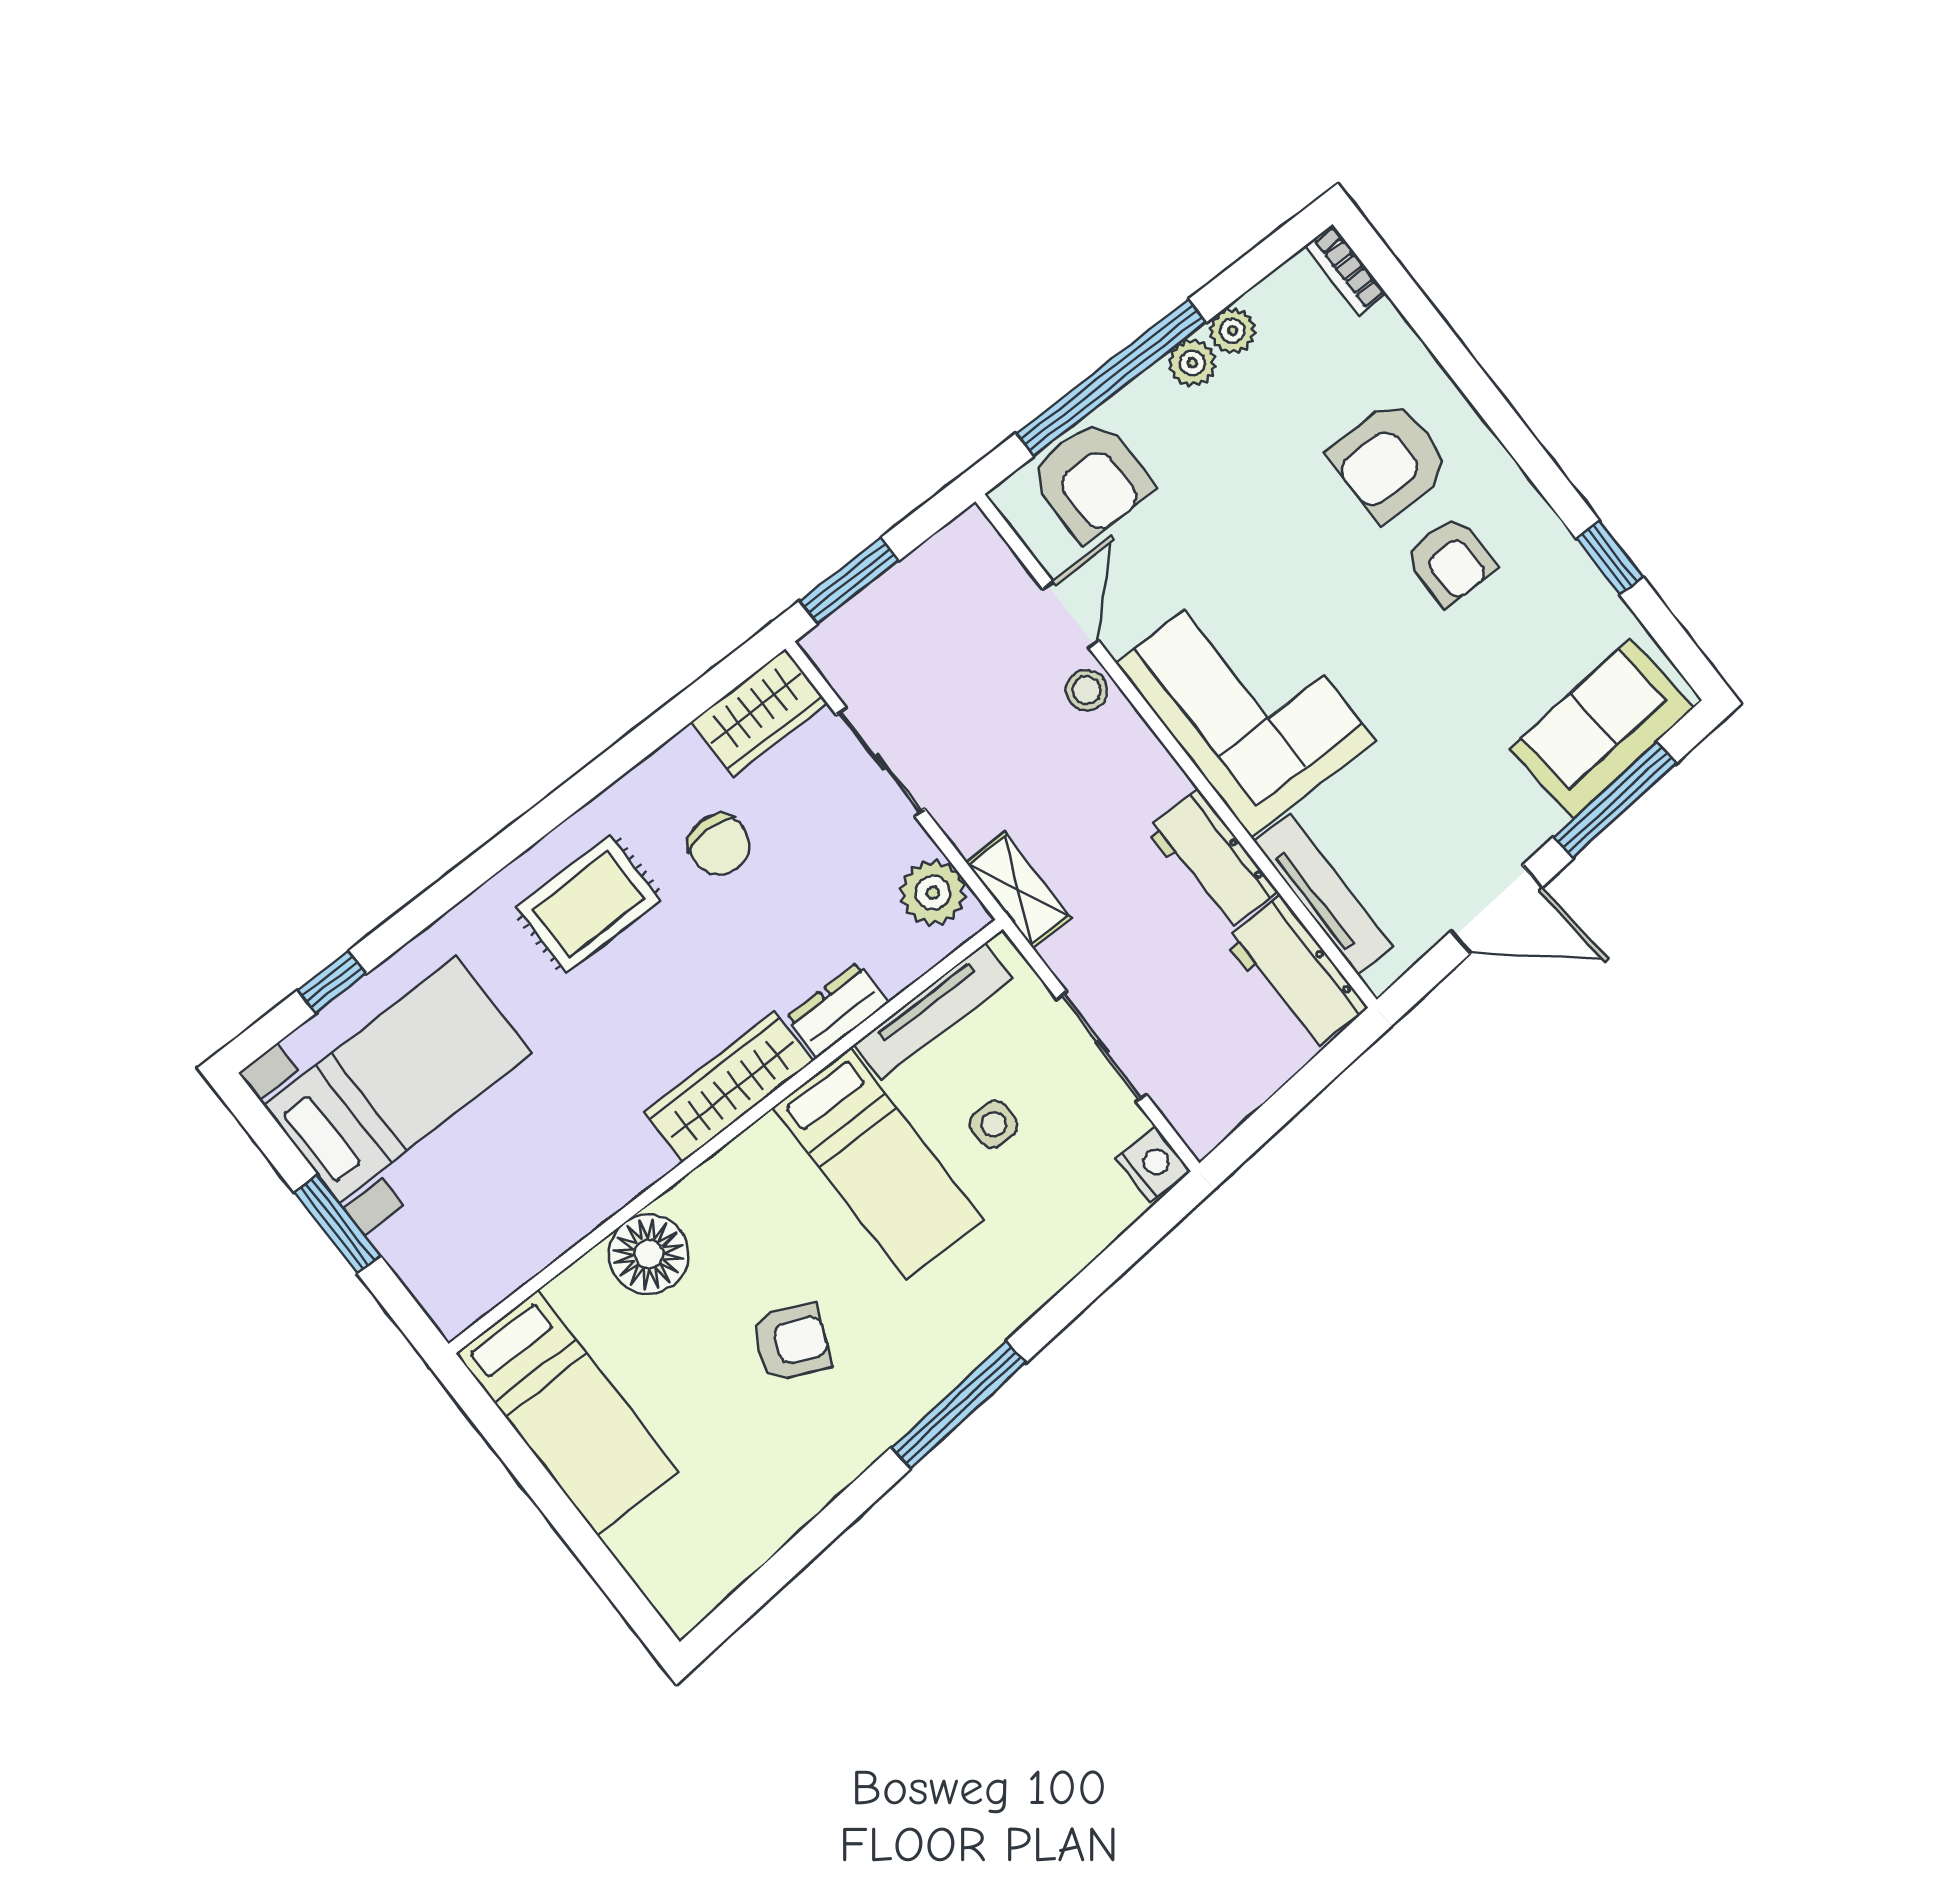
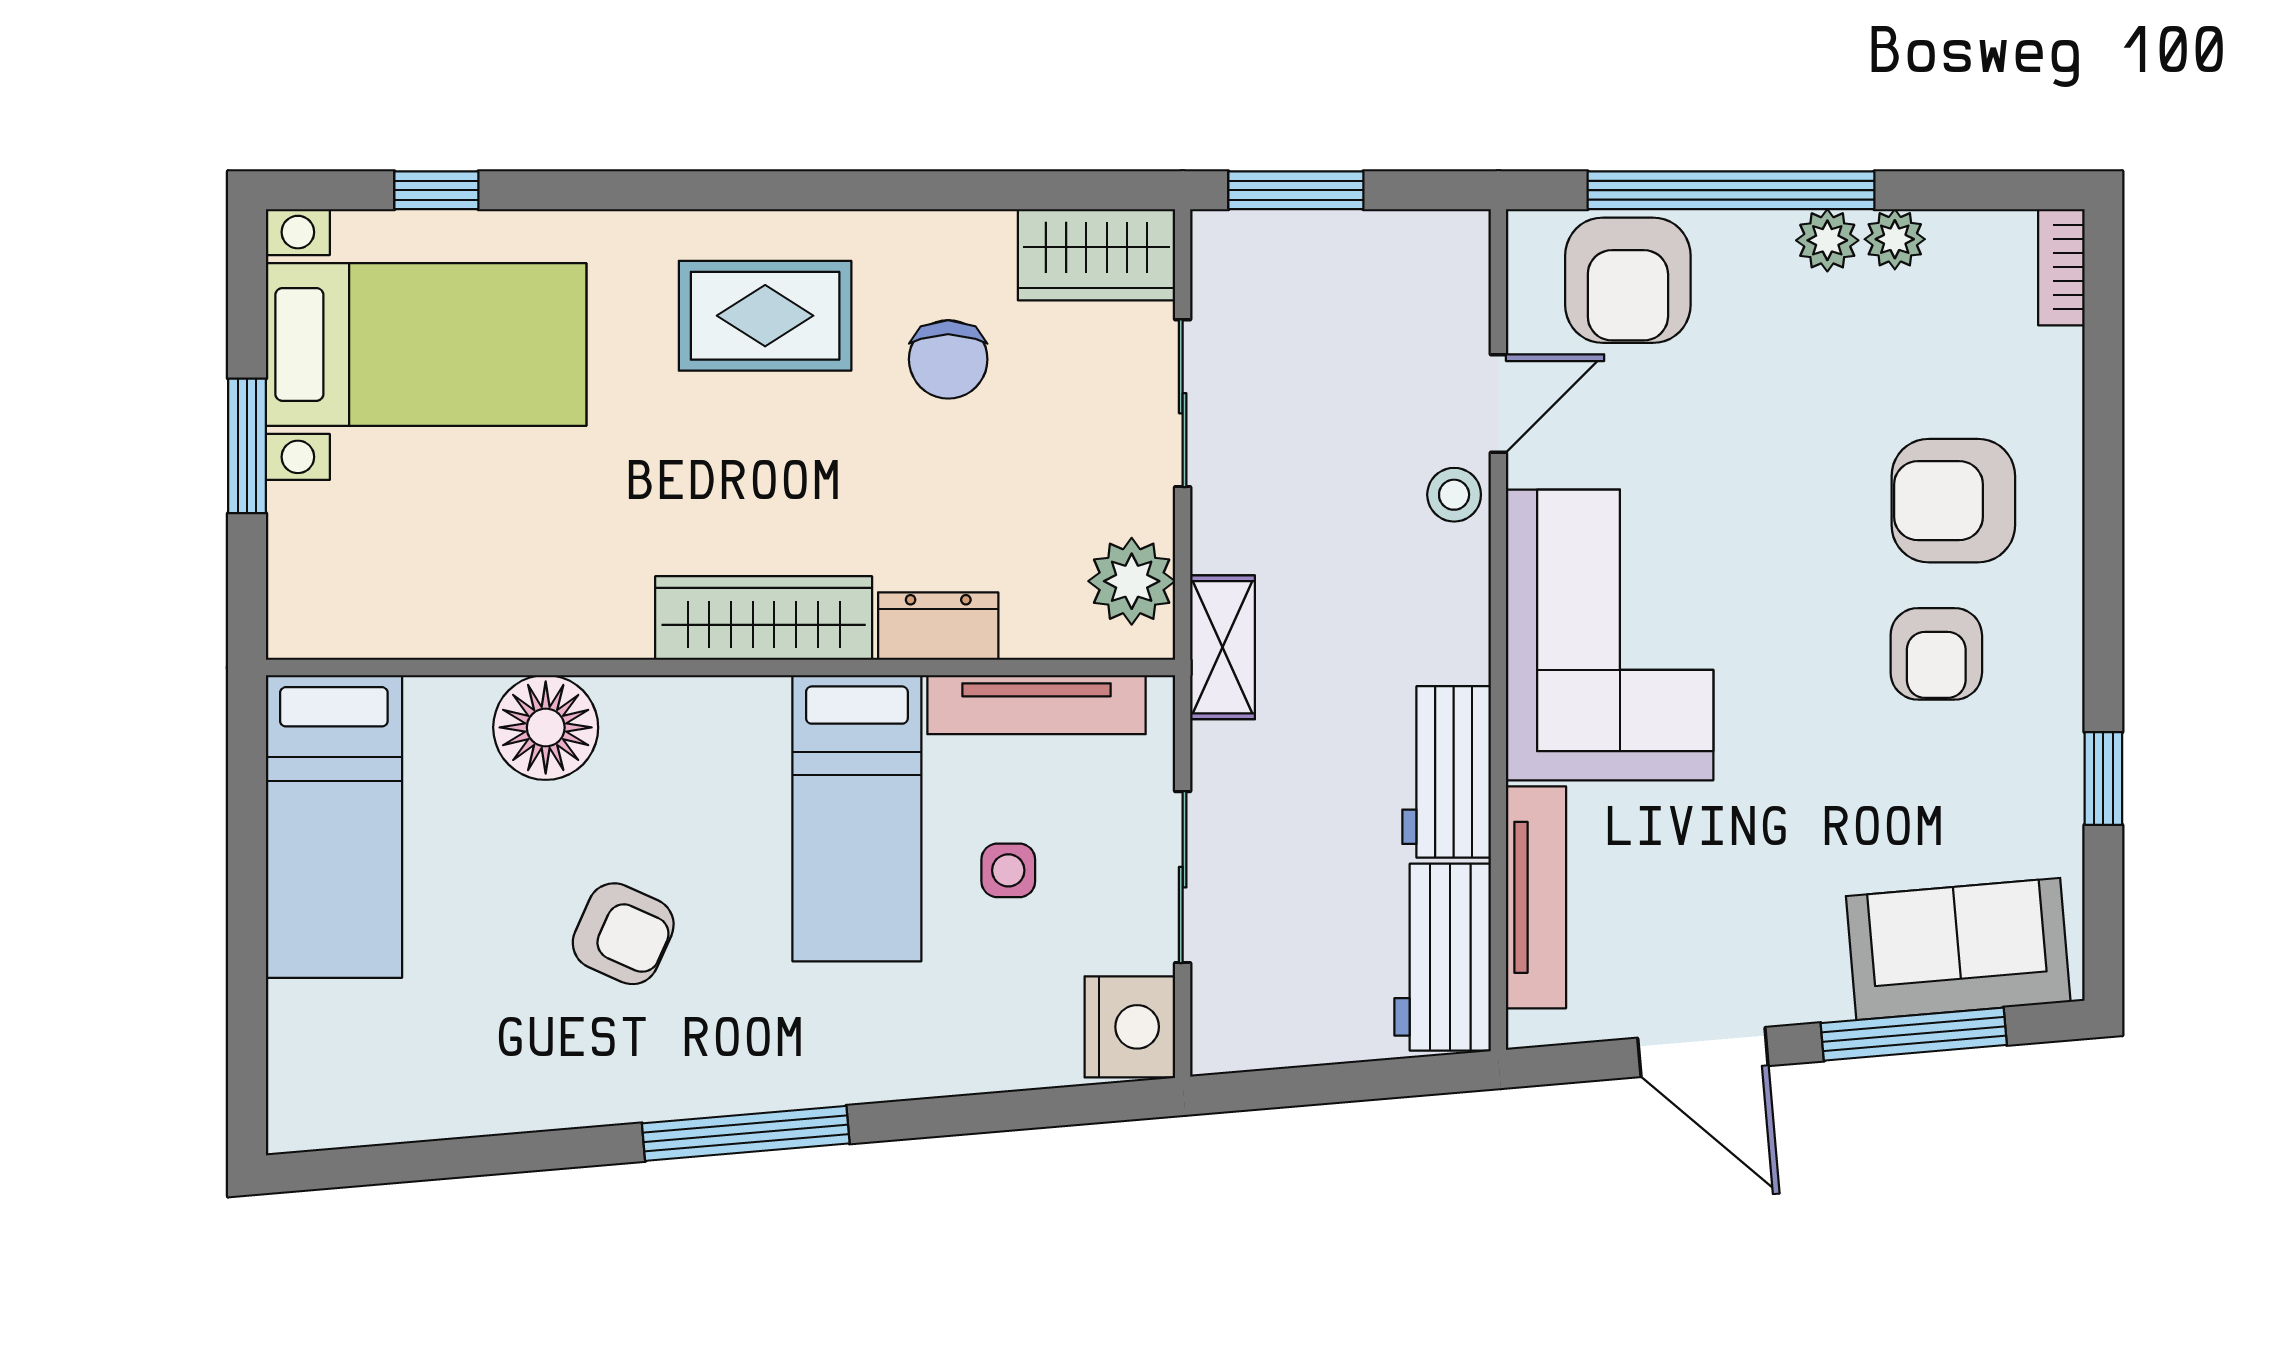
nightstand: (1153, 1165) -> (1130, 1027), width x1.36, depth x1.33

